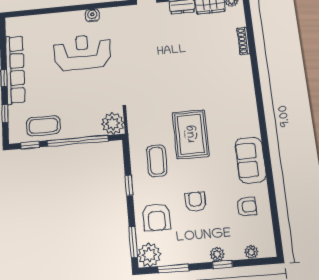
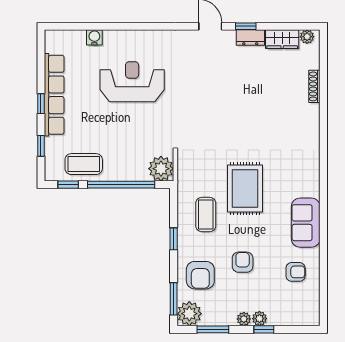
water cooler: (92, 15) -> (94, 37), moved
plant: (251, 252) -> (244, 319), moved

